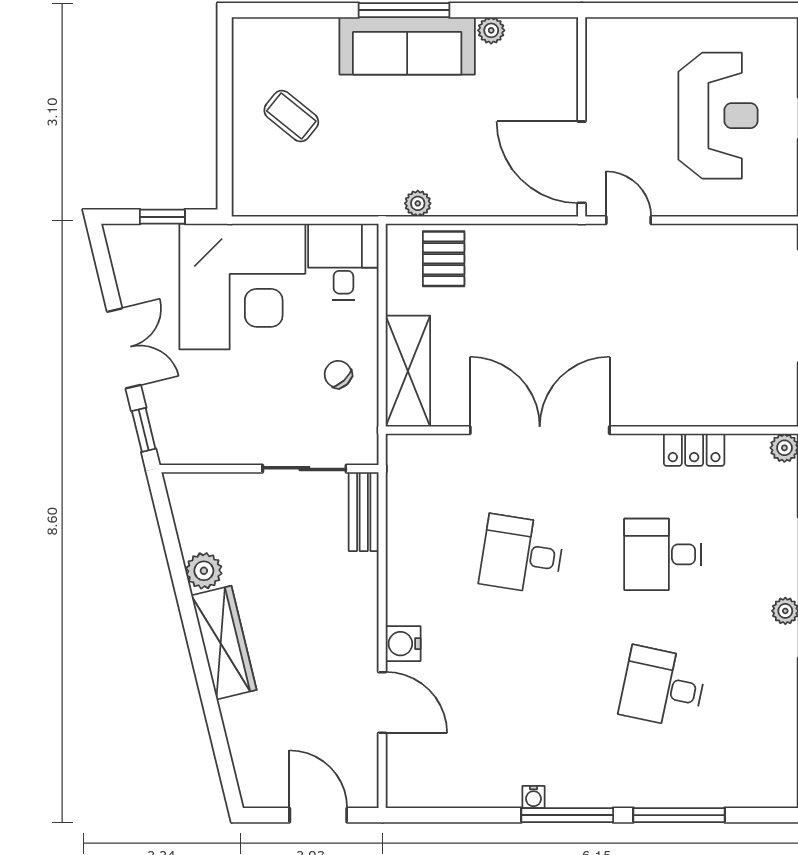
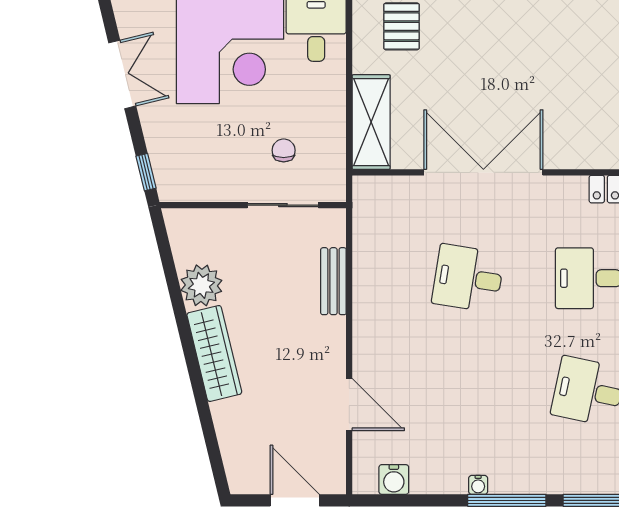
double door: (124, 348) -> (122, 74), moved
chair: (338, 374) -> (284, 150), moved, turned 43
bench: (364, 512) -> (333, 281), moved
plant: (204, 571) -> (201, 285), width x1.36, depth x1.36
water cooler: (403, 644) -> (394, 479), moved, turned -90

